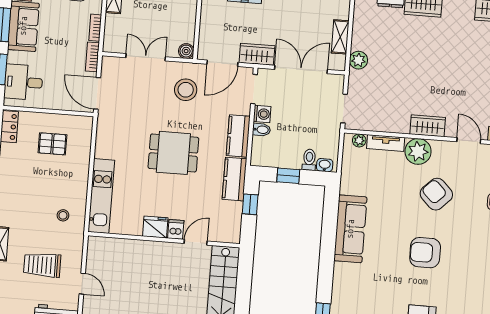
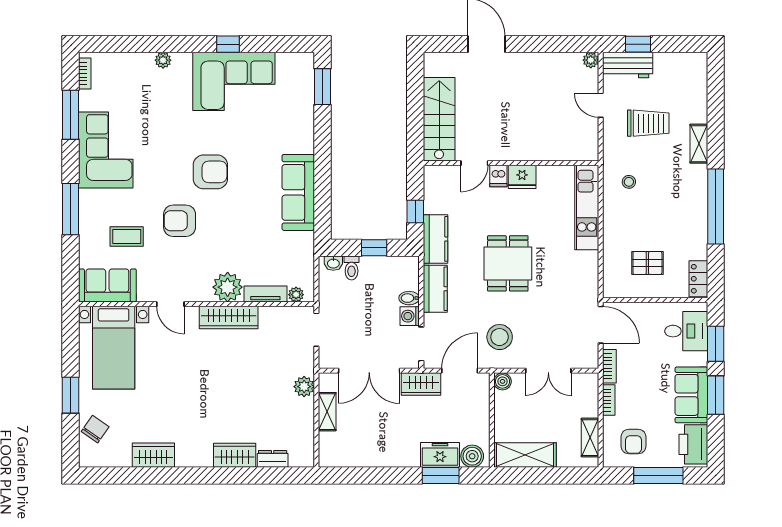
wardrobe: (428, 126) -> (229, 318), width x1.50
dining table: (173, 153) -> (508, 263), turned 90
armchair: (436, 194) -> (180, 221), moved, turned 135

